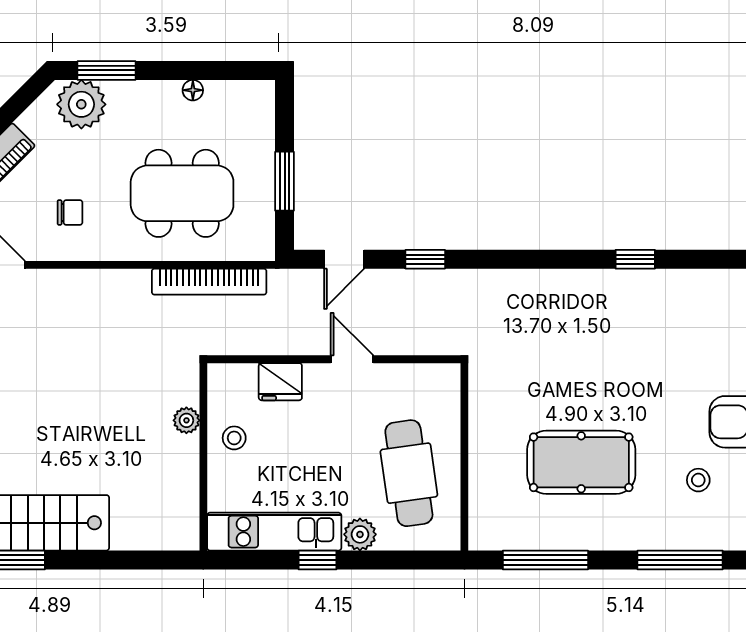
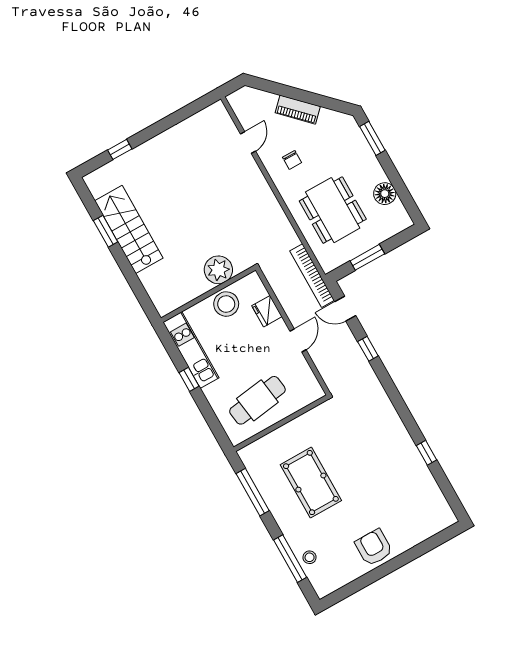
floor lamp: (193, 90) -> (385, 194), width x1.89, depth x1.89
plant: (81, 104) -> (349, 135), removed
bookcase: (209, 282) -> (312, 276), moved
plant: (186, 420) -> (218, 270), width x1.87, depth x1.87
stool: (234, 438) -> (226, 304), width x1.89, depth x1.89
stool: (698, 480) -> (310, 557), moved
plant: (360, 534) -> (214, 393), removed

